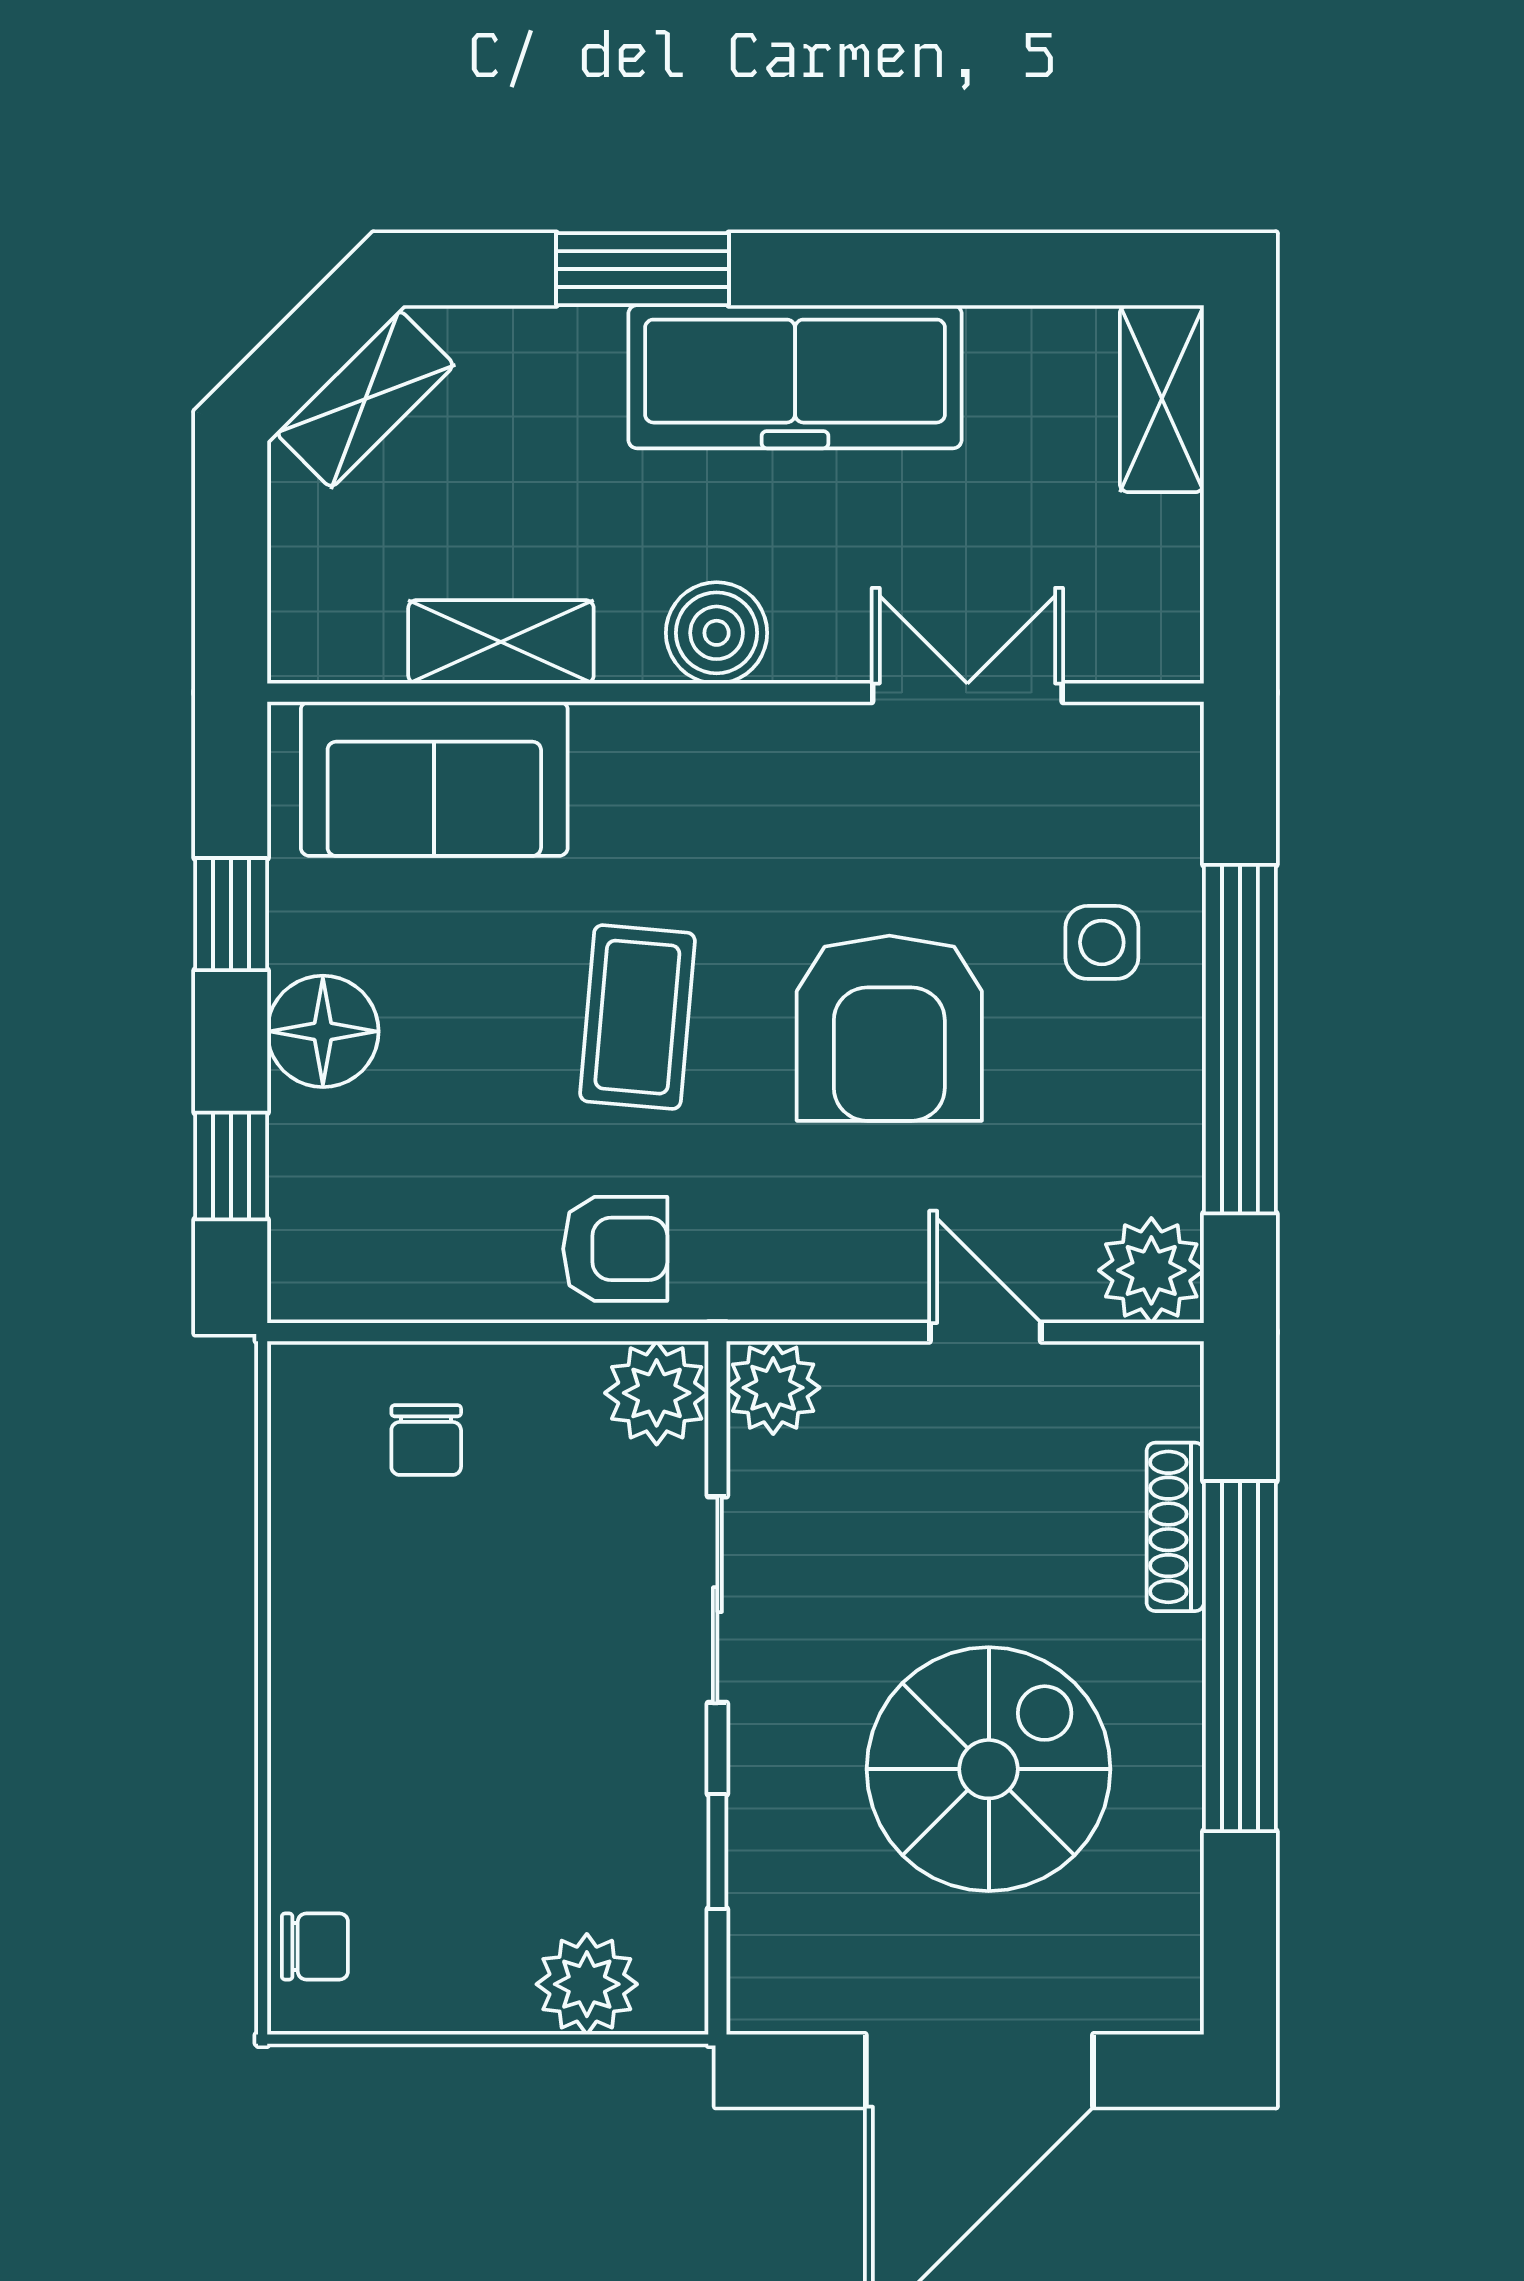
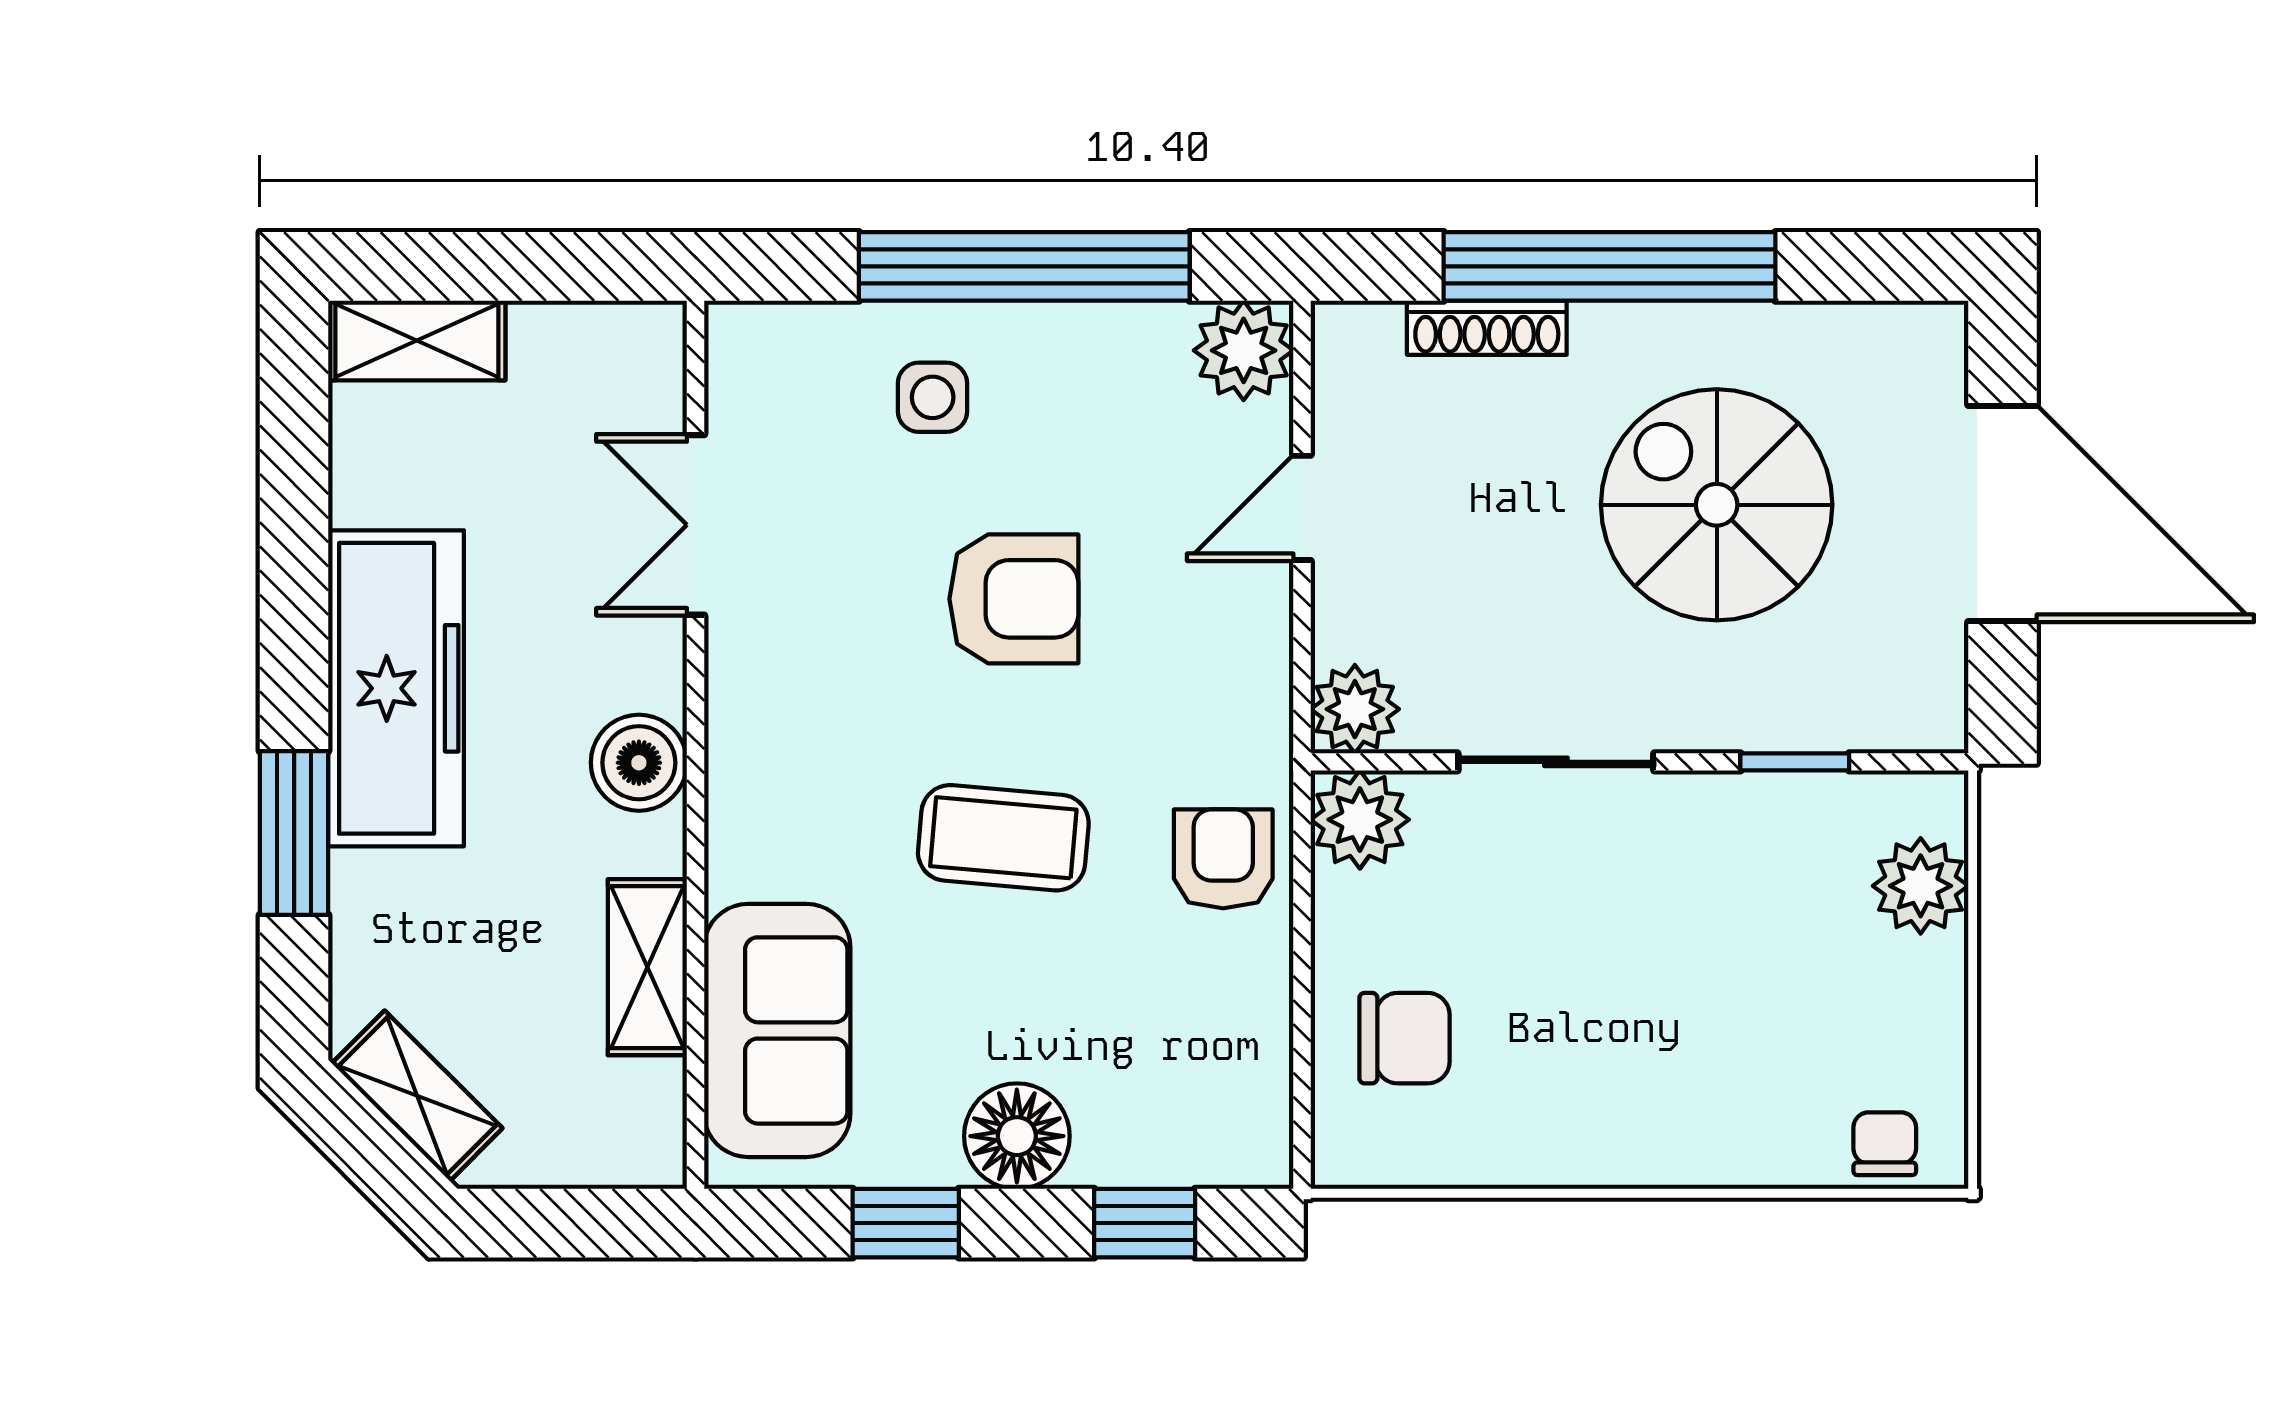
armchair: (889, 1028) -> (1014, 599), width x0.73, depth x0.73
chair: (426, 1440) -> (1404, 1038), width x1.37, depth x1.37

